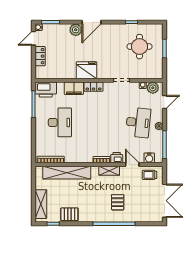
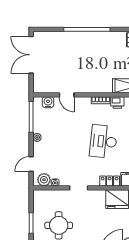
desk: (138, 122) -> (103, 141), moved
printer: (117, 158) -> (117, 102), moved
shelving: (109, 171) -> (92, 88), removed
trolley: (150, 175) -> (48, 83), removed
pallet: (118, 202) -> (83, 53), removed

